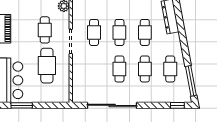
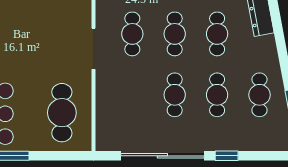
cafe table: (45, 30) -> (50, 30), removed
cafe table: (47, 66) -> (62, 113), moved
window: (177, 105) -> (227, 156), moved

